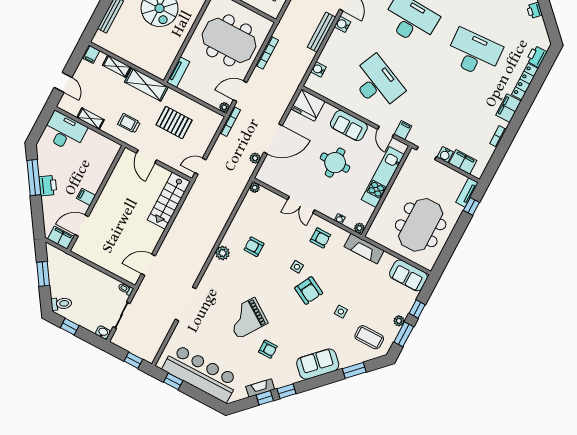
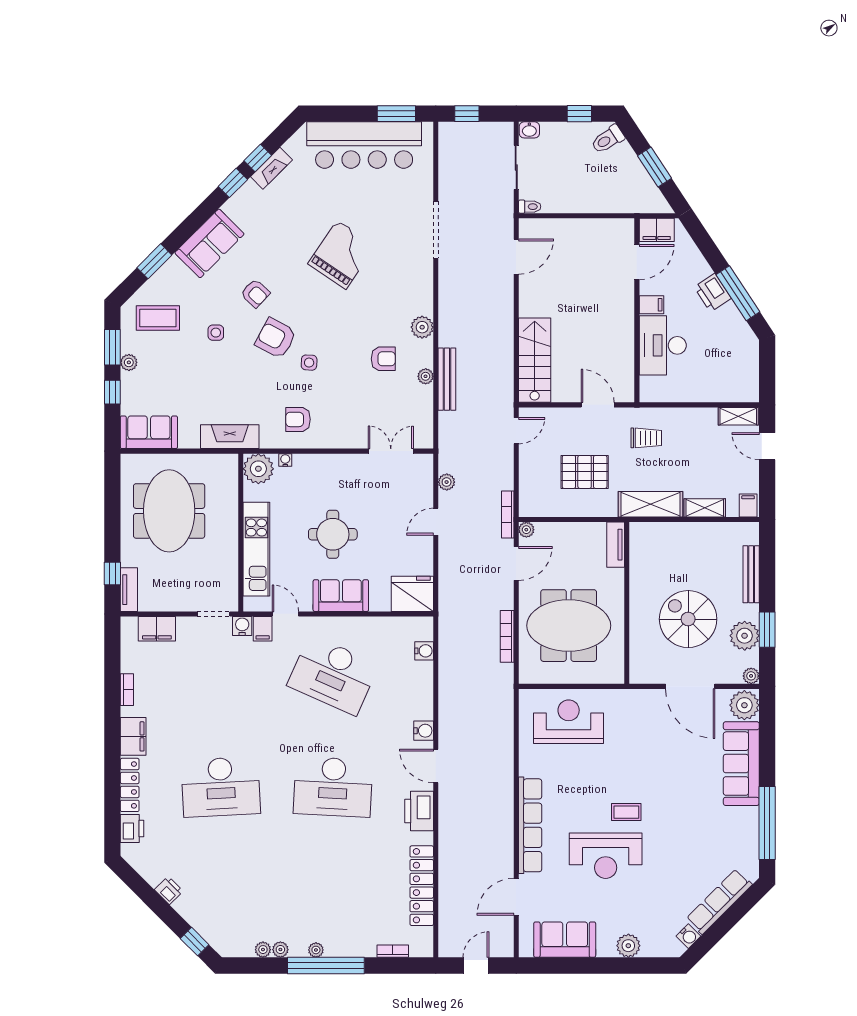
bench: (321, 32) -> (447, 379), moved
shelving: (91, 119) -> (738, 416), moved
desk: (64, 132) -> (663, 345), moved, turned 90
door: (273, 139) -> (436, 522), width x0.53
water cooler: (445, 155) -> (242, 626), moved
plant: (255, 188) -> (426, 376), moved
double door: (301, 205) -> (391, 451), moved
plant: (359, 228) -> (258, 469), width x1.87, depth x1.87
armchair: (268, 349) -> (255, 293), moved, turned -137
window: (173, 381) -> (396, 114), width x1.50

